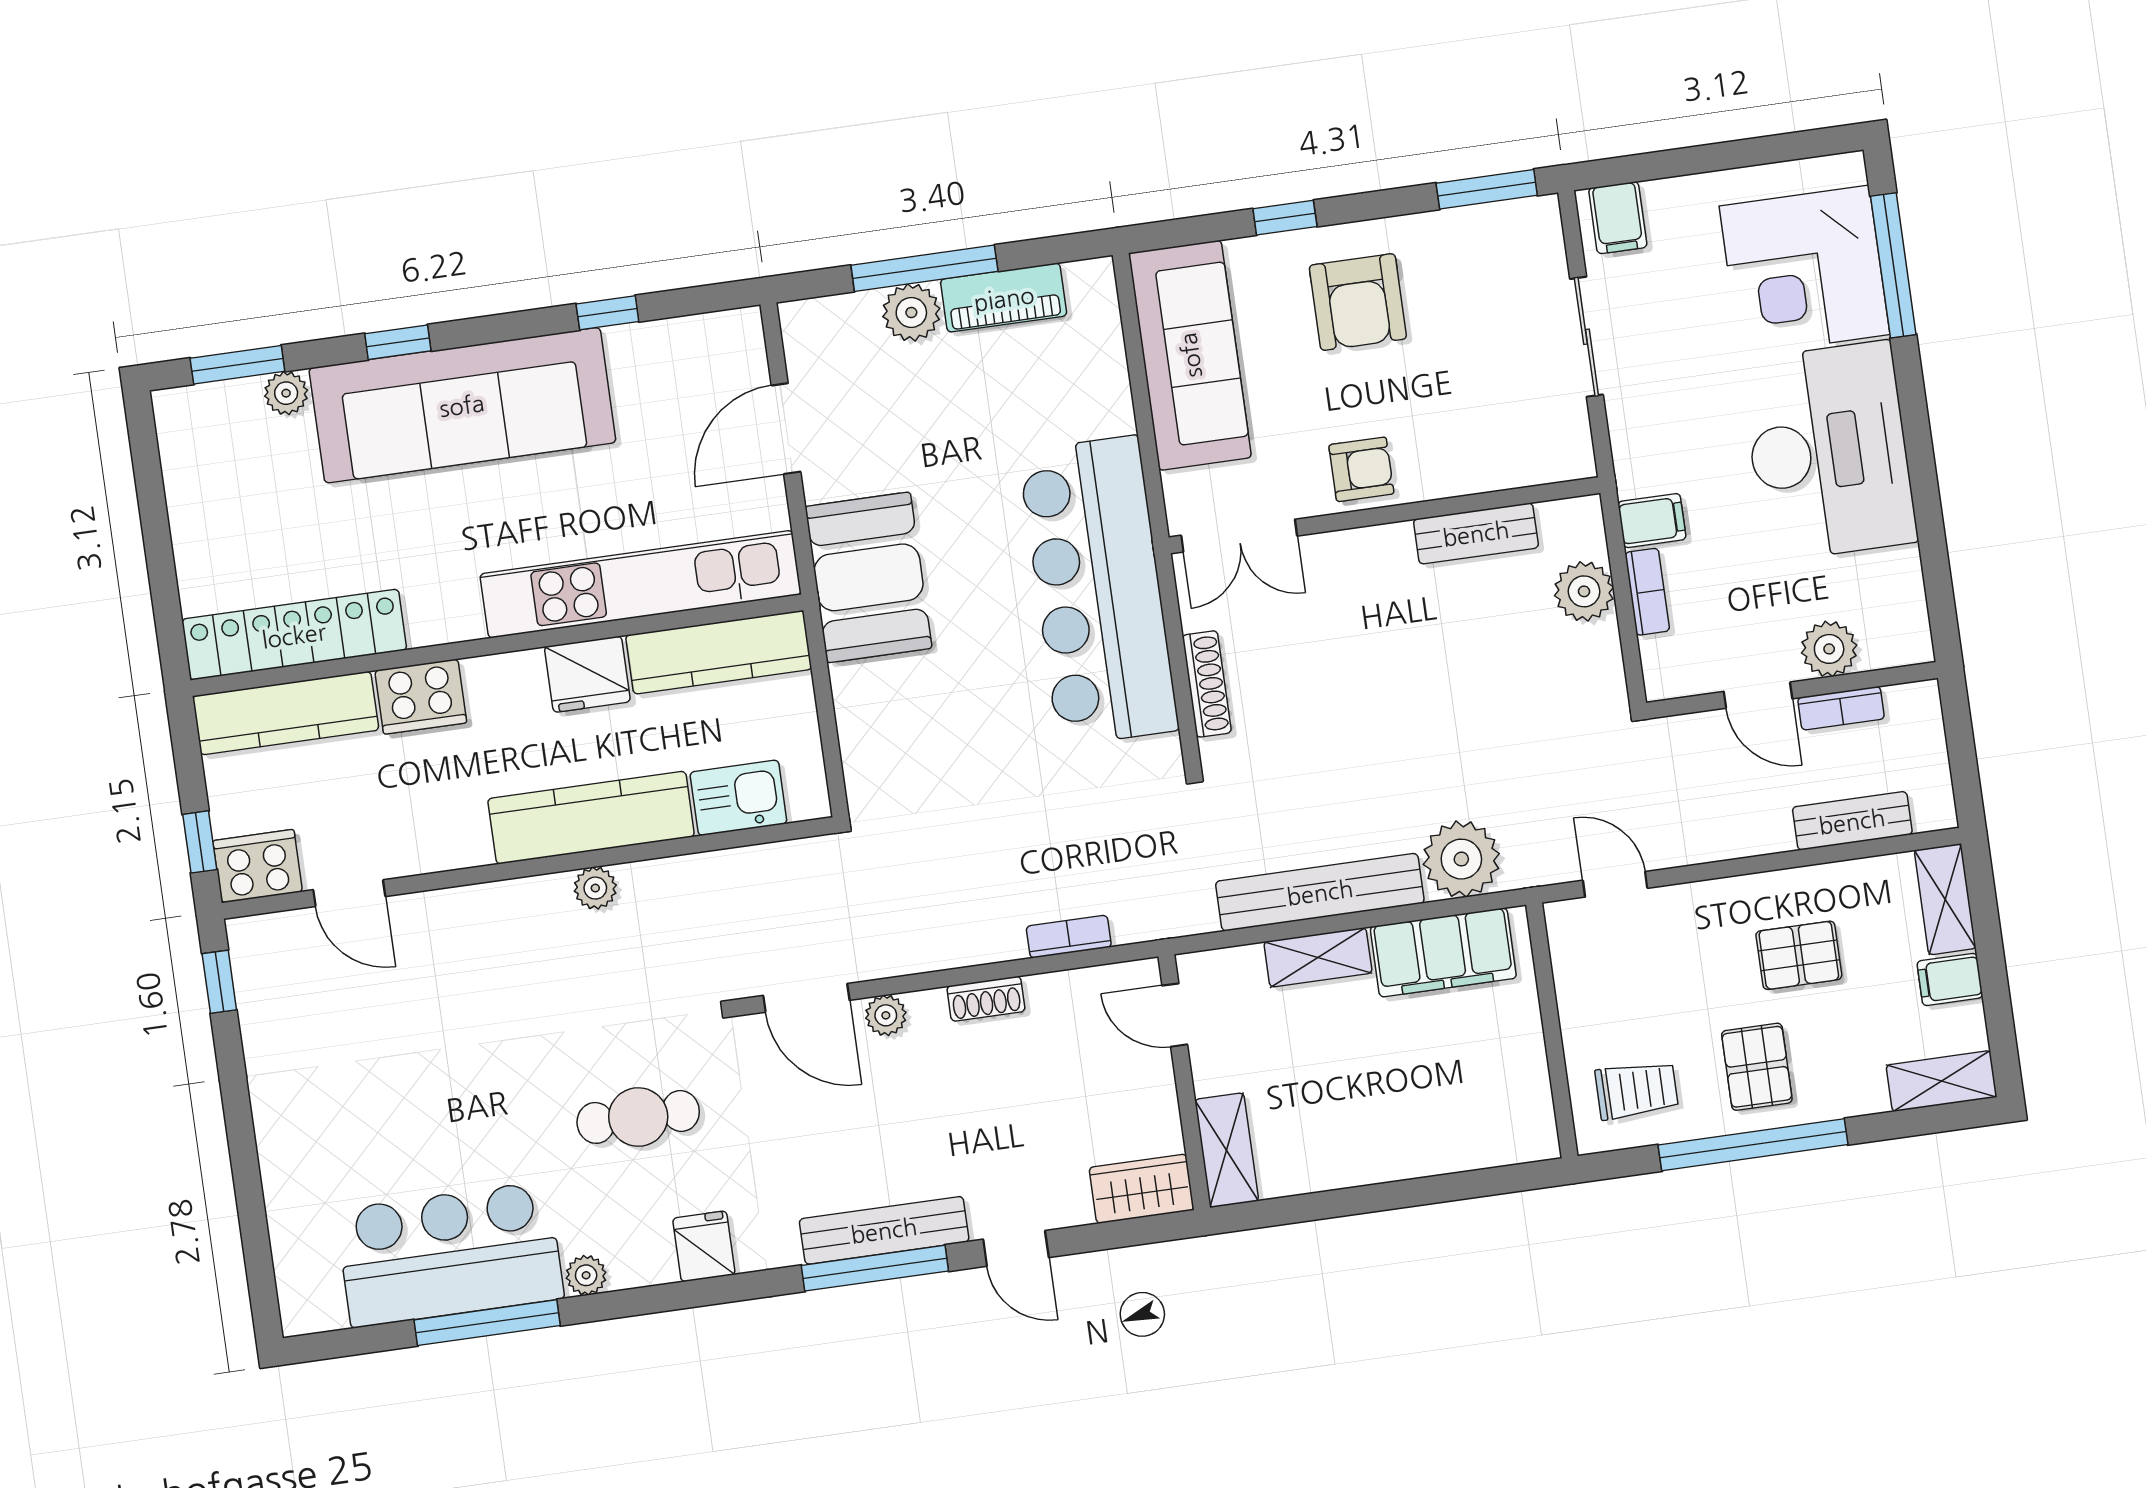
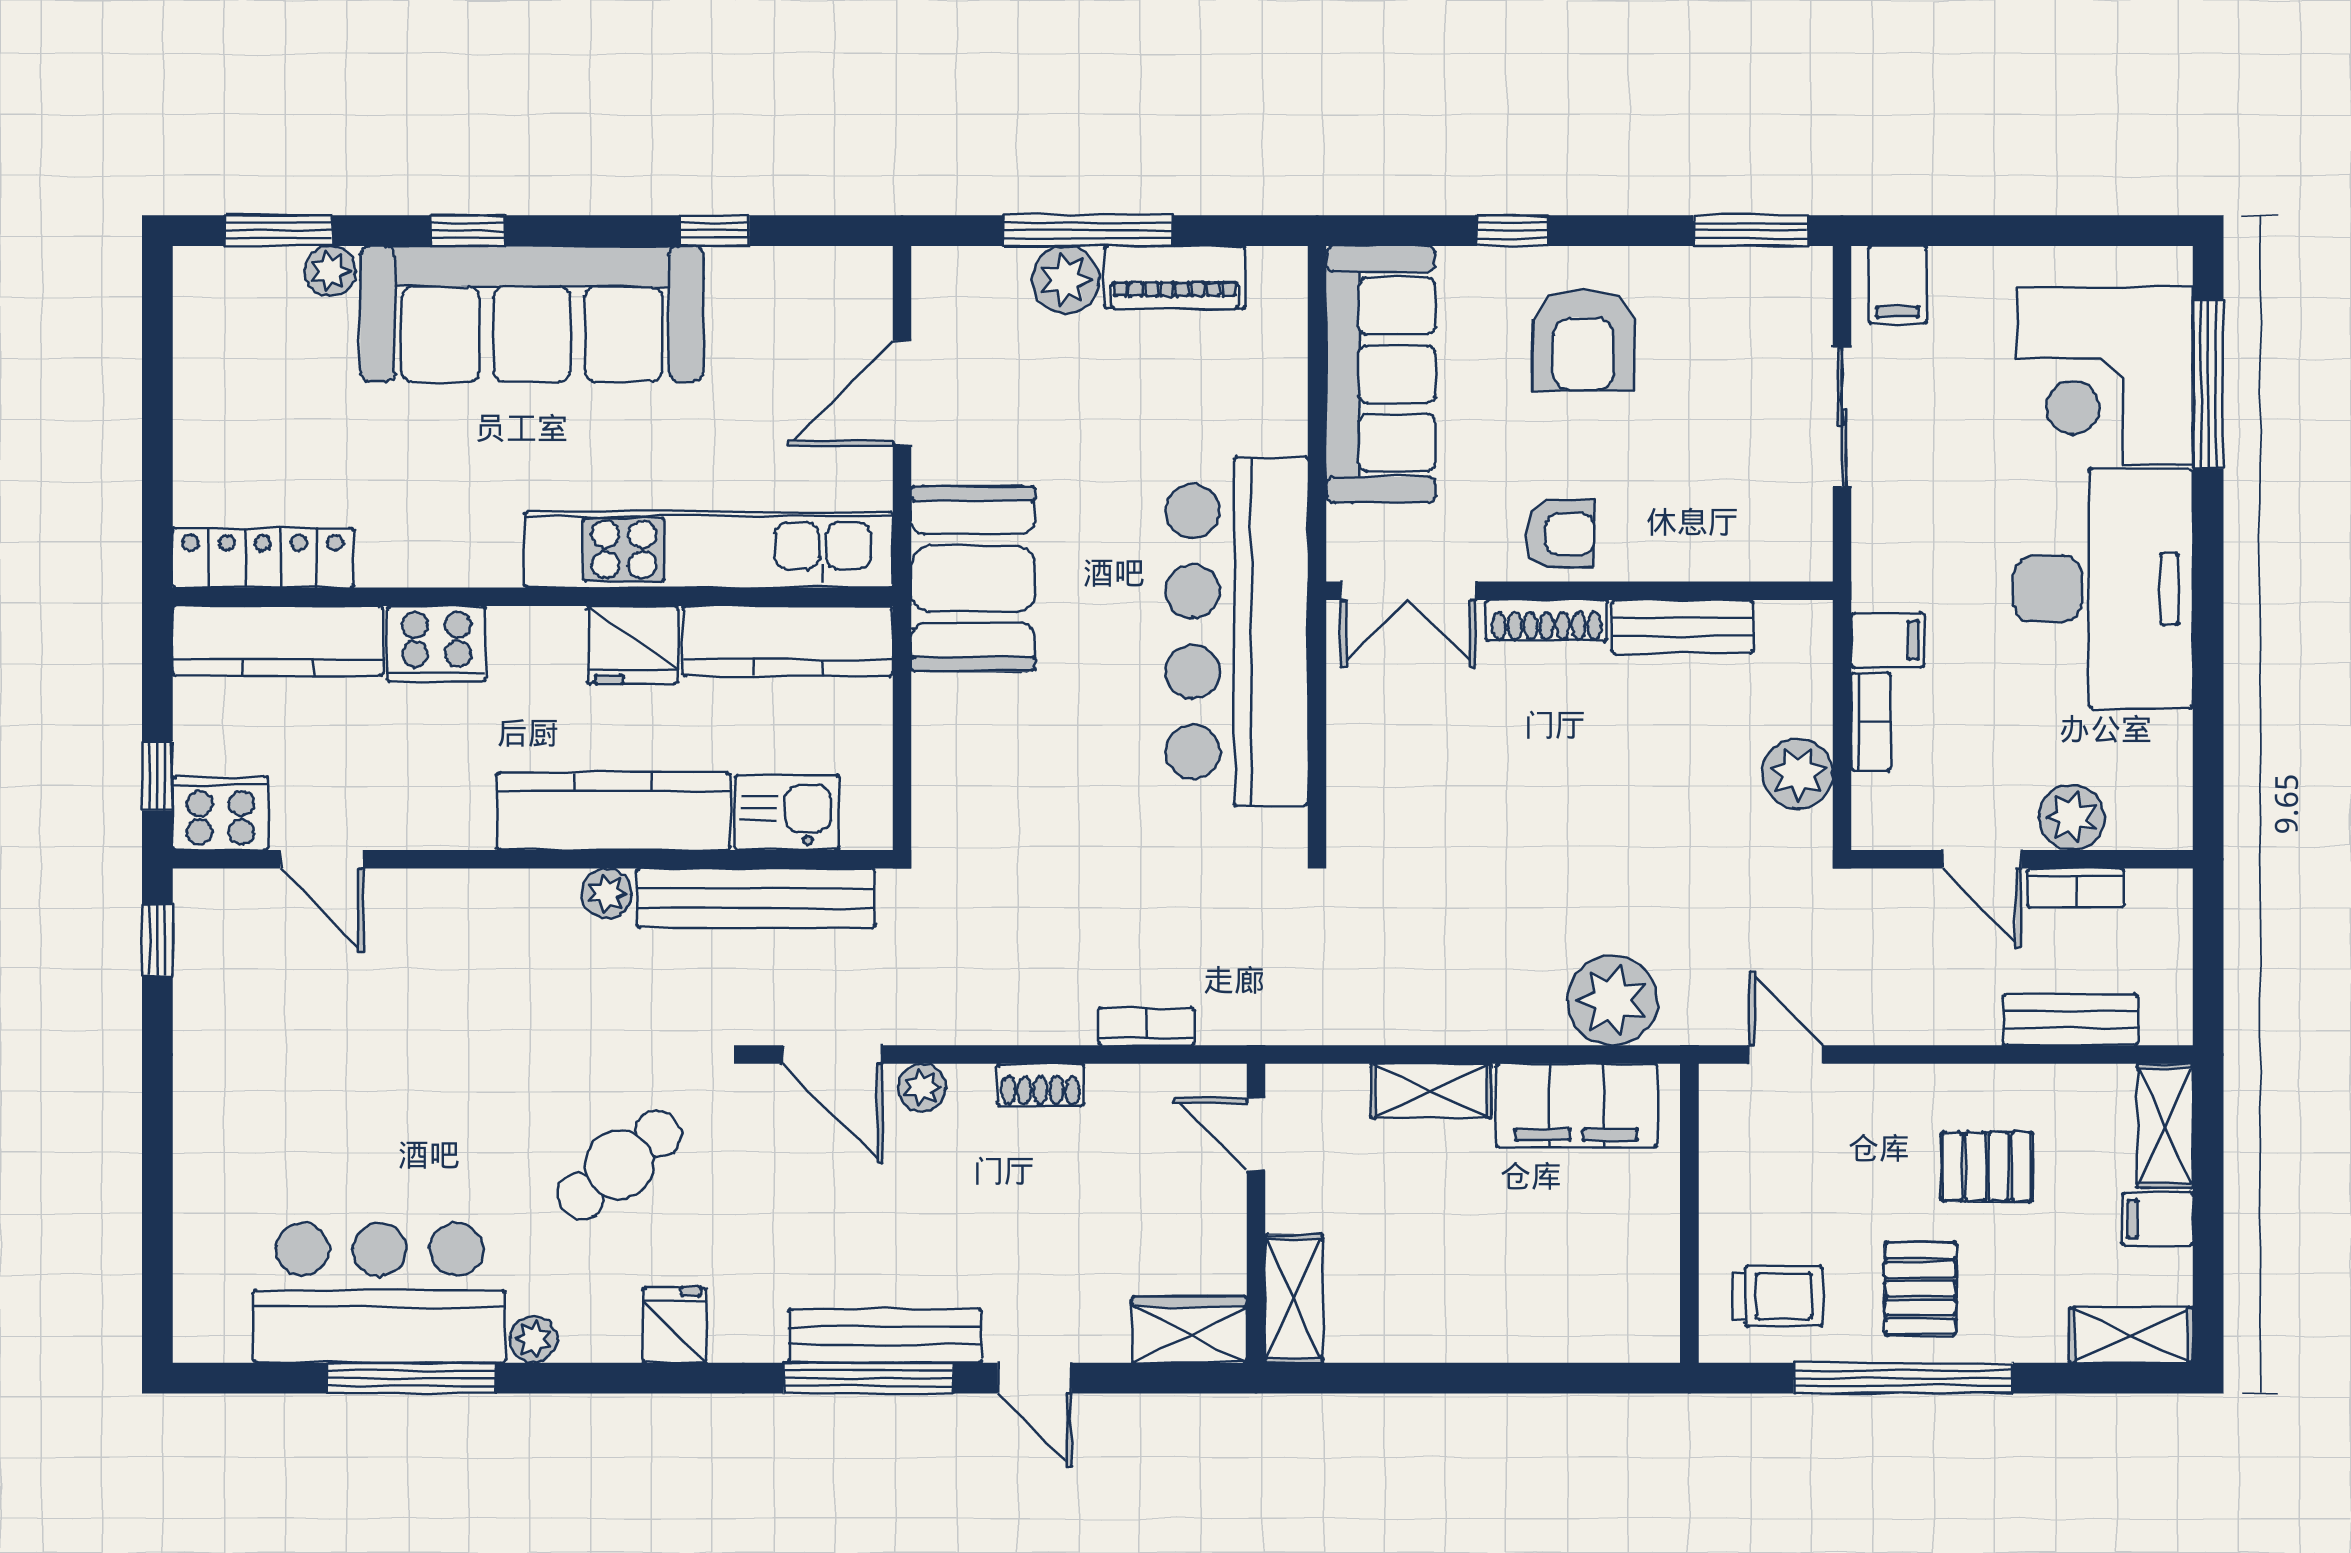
plant: (1584, 591) -> (1798, 774), moved
locker: (294, 635) -> (263, 558), width x0.71, depth x0.83
shoe rack: (1207, 684) -> (1547, 620), moved, turned 90
bench: (1320, 892) -> (756, 898), moved
cafe table: (638, 1117) -> (619, 1165), turned -39

